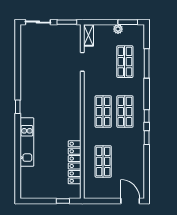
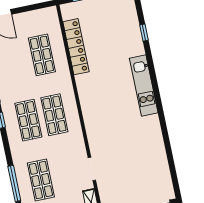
window: (18, 107) -> (144, 33), moved
kitchen unit: (27, 142) -> (144, 85), moved

